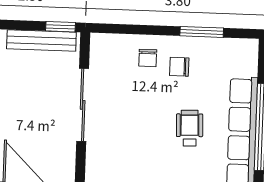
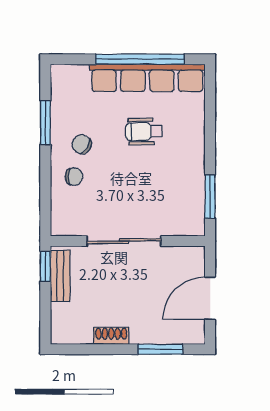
bench: (41, 41) -> (60, 276), width x0.73
chair: (179, 67) -> (82, 144), turned 122

